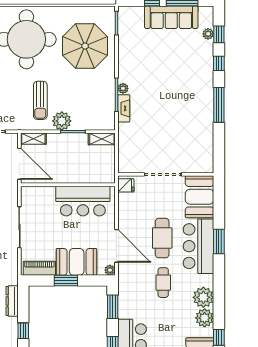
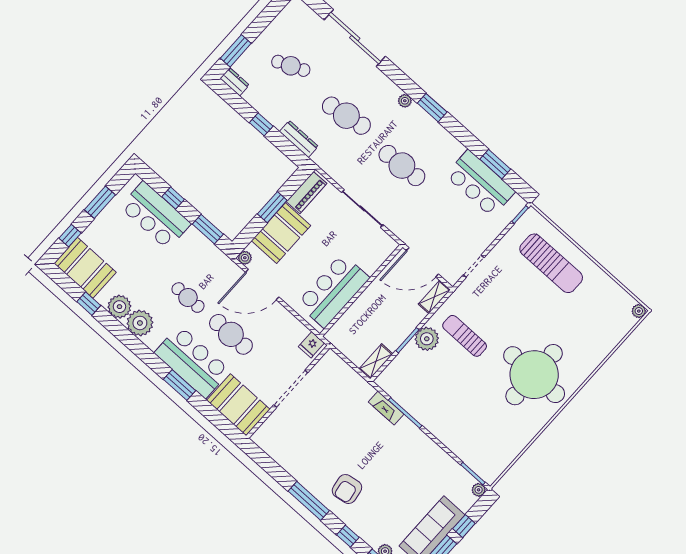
parasol: (85, 46) -> (478, 424), removed
plant: (123, 88) -> (479, 490), moved
armchair: (192, 89) -> (347, 489), added

